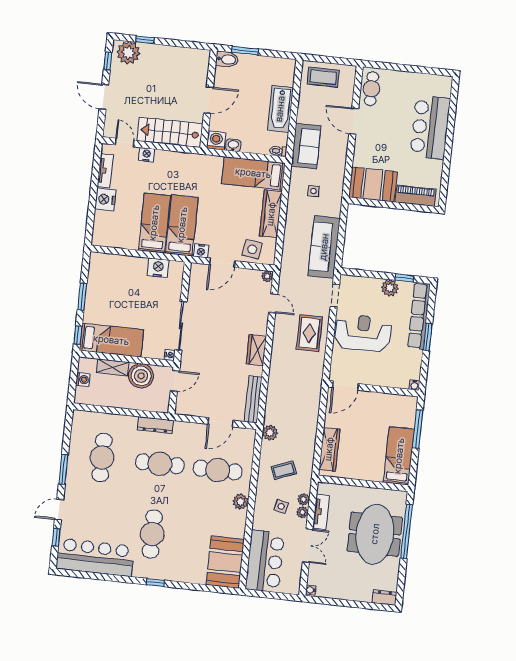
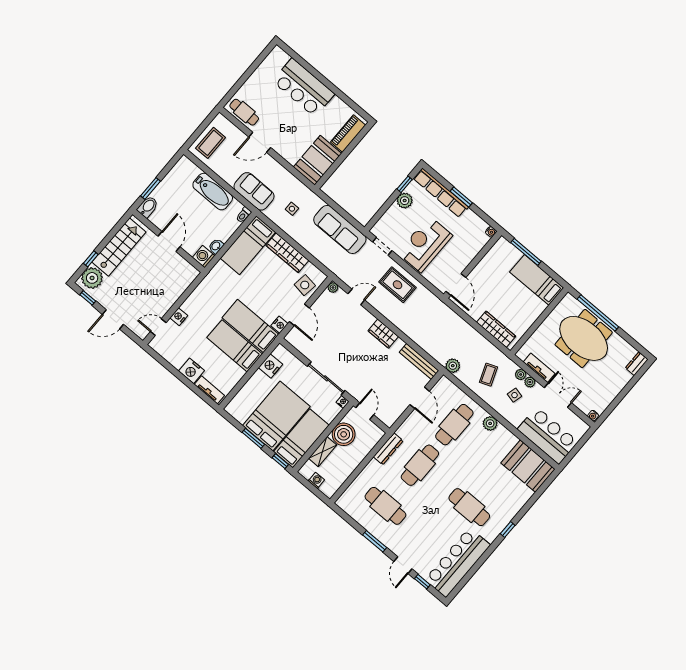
stairs: (170, 132) -> (119, 247), moved, turned 180
tv unit: (105, 171) -> (209, 390), moved
bed: (116, 304) -> (276, 416), added

